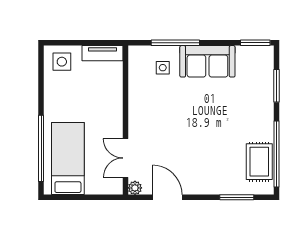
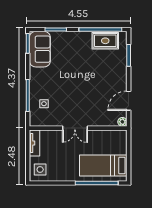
sofa: (207, 61) -> (40, 49), moved
double door: (125, 158) -> (75, 128), moved

